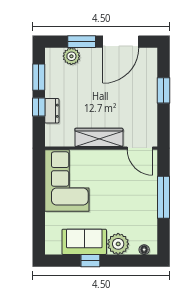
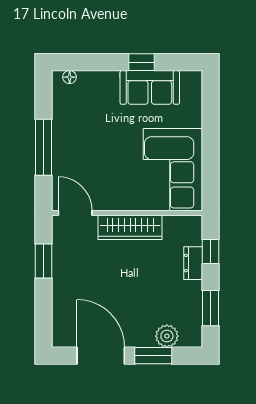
door: (121, 42) -> (101, 356), hinge flipped
window: (164, 90) -> (43, 261), moved
window: (39, 107) -> (211, 251), moved
plant: (118, 244) -> (104, 85), removed

